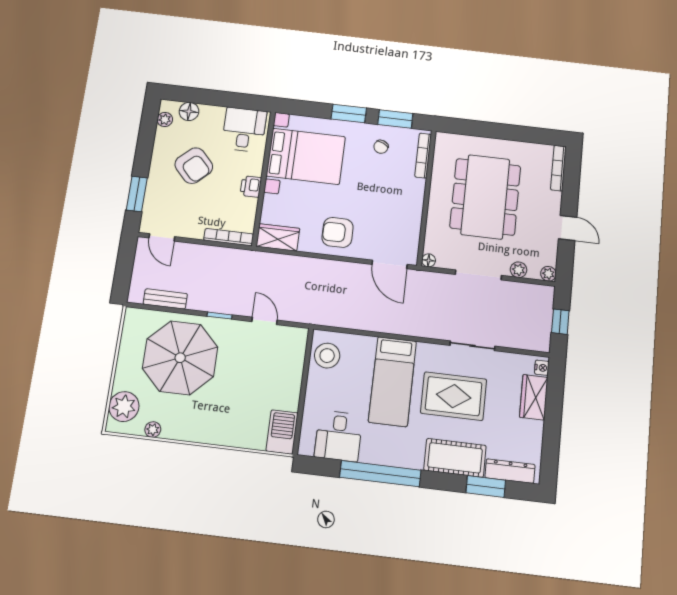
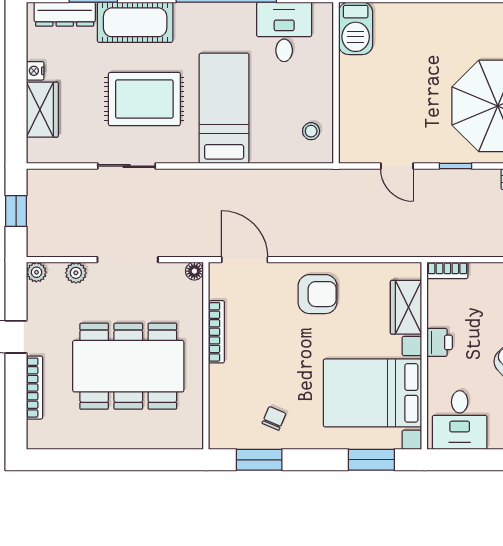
window: (349, 114) -> (371, 460), moved
bookcase: (423, 156) -> (216, 332), moved
bookcase: (558, 168) -> (35, 388), moved
dining table: (485, 197) -> (128, 366), turned 90
bookcase: (229, 237) -> (447, 270), width x0.64
wardrobe: (278, 237) -> (406, 307), moved, turned 90
stool: (327, 356) -> (311, 131), width x0.53, depth x0.53
nightstand: (542, 368) -> (35, 71), moved

